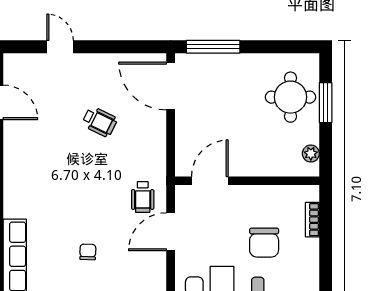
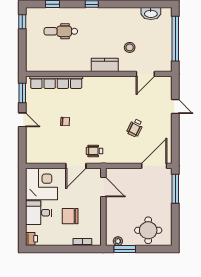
door: (60, 47) -> (175, 107), hinge flipped
window: (326, 103) -> (125, 249), moved
door: (171, 232) -> (76, 166), swing flipped

